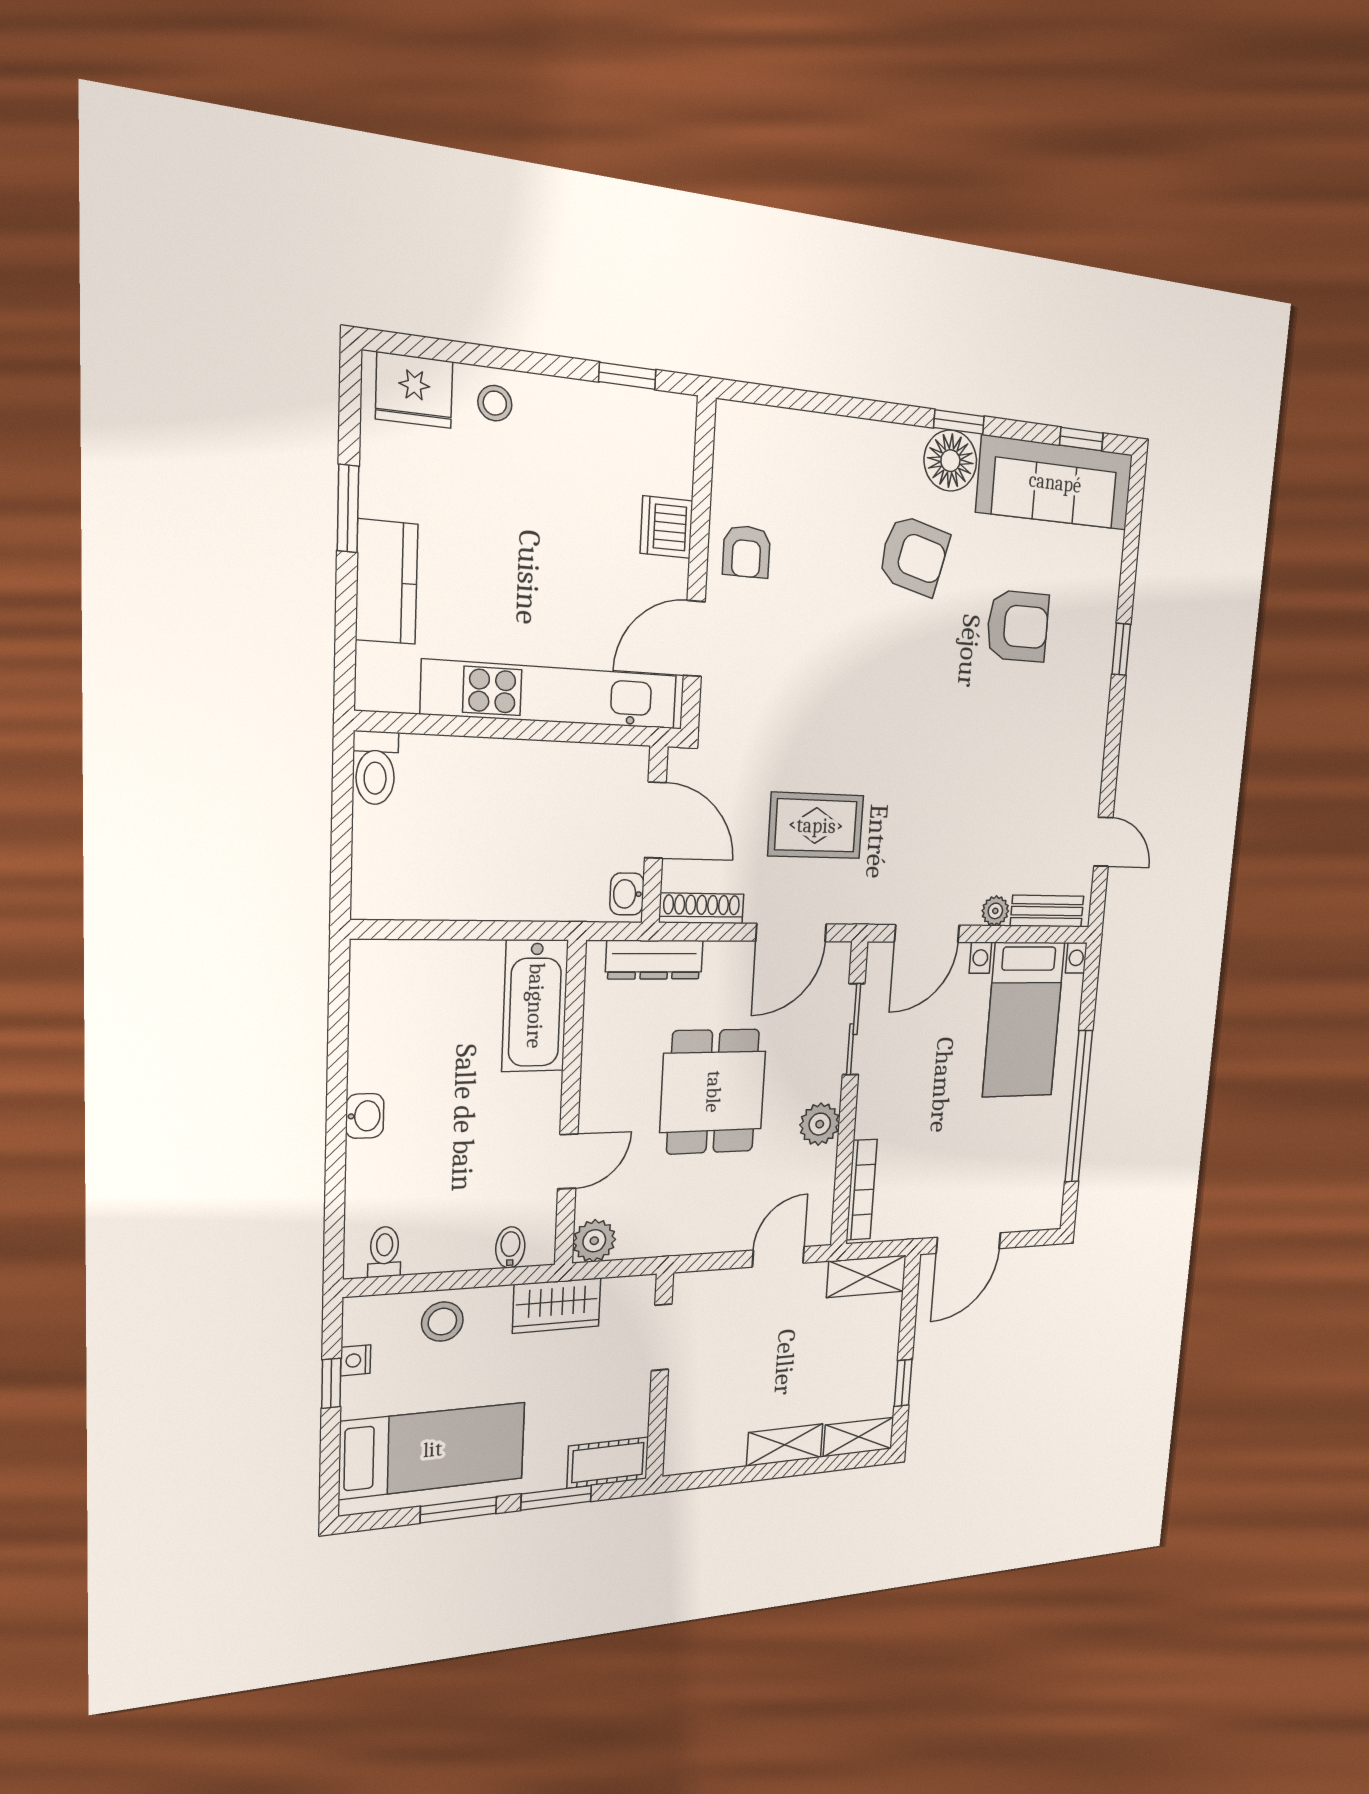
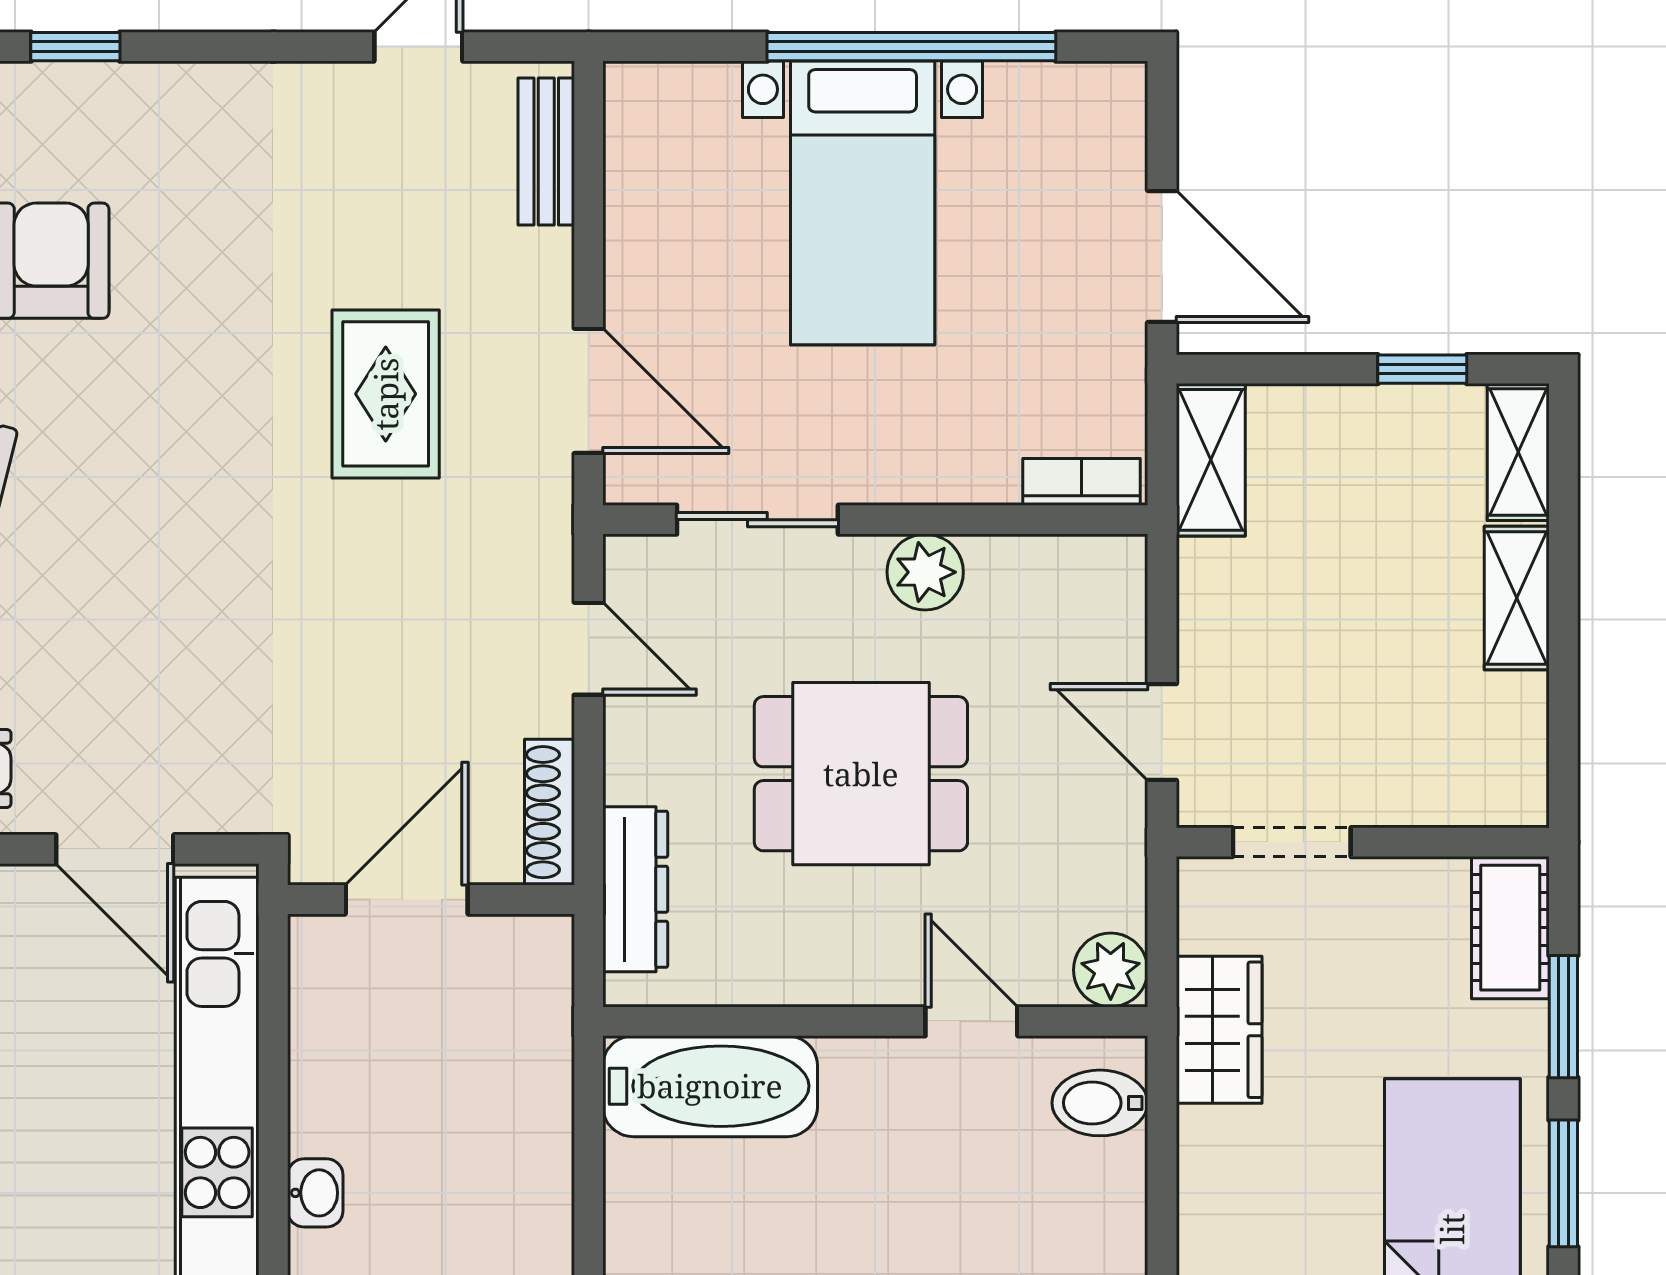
rug: (816, 826) -> (386, 394), moved
washbasin: (627, 894) -> (315, 1193), moved, turned -90
plant: (995, 911) -> (547, 258), removed
door: (791, 933) -> (589, 649), width x0.73
bed with nightstands: (1024, 1020) -> (863, 203), moved, turned 90
bookcase: (862, 1190) -> (1082, 482), width x0.64
bidet: (510, 1247) -> (1100, 1103), width x1.38, depth x1.36
door: (778, 1257) -> (1162, 732), moved
stool: (442, 1322) -> (1231, 1220), removed

